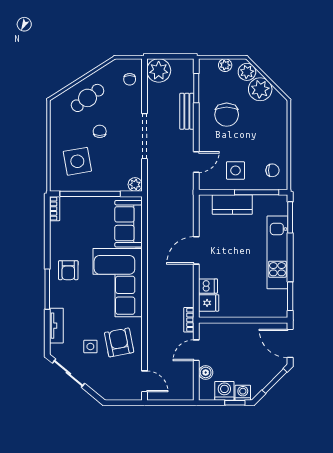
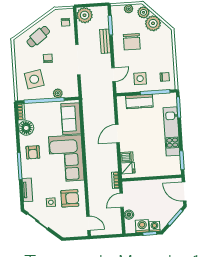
plant: (135, 185) -> (58, 93), moved
floor lamp: (61, 233) -> (26, 128), added
armchair: (119, 342) -> (70, 198), turned 101

